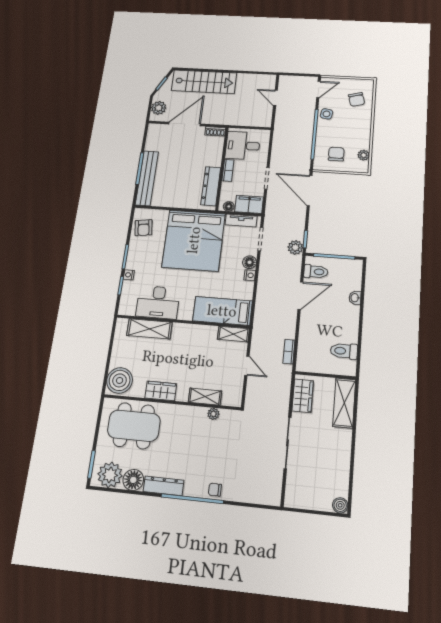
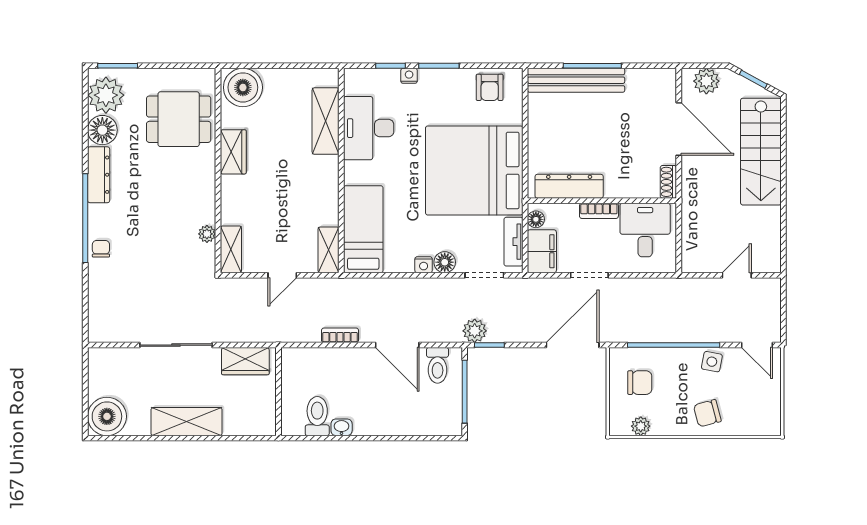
chair: (357, 99) -> (707, 413), moved
armchair: (144, 228) -> (490, 87), turned -82
washbasin: (355, 298) -> (342, 427), moved
bookcase: (289, 352) -> (340, 335), moved
shelving: (205, 397) -> (231, 249), moved
shelving: (344, 403) -> (186, 422), moved
dining table: (134, 426) -> (179, 119), width x0.73
boiler: (340, 505) -> (107, 416), width x1.86, depth x1.86

